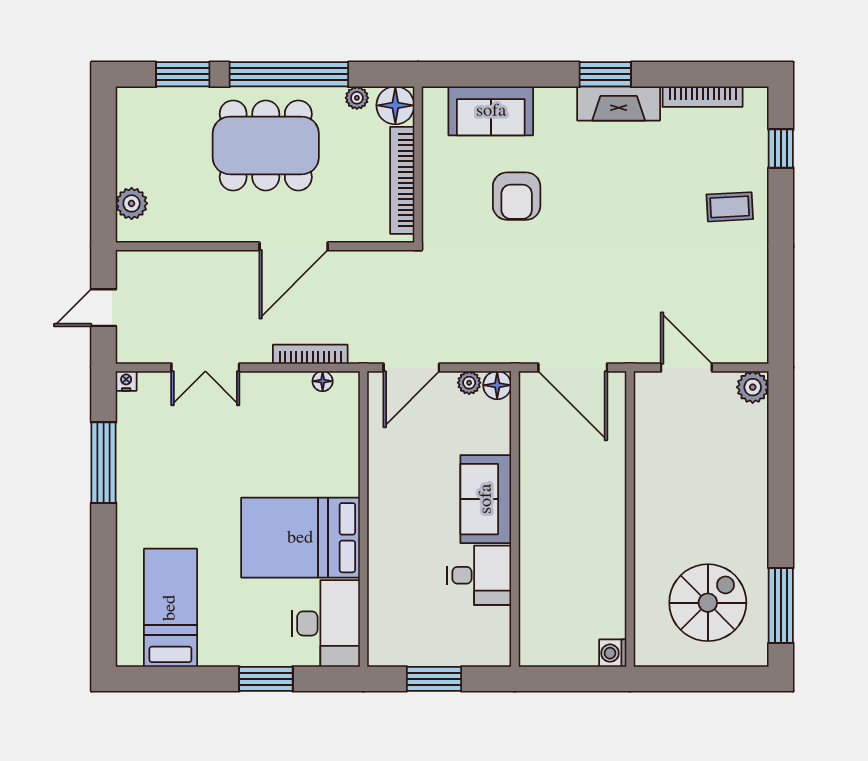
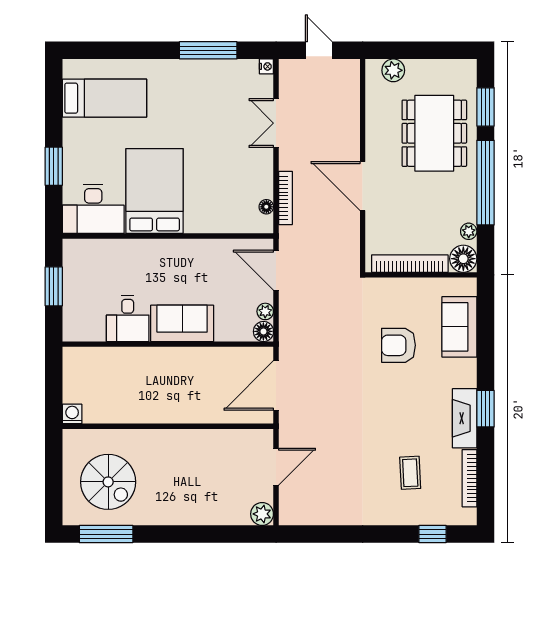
dining table: (266, 145) -> (434, 133), moved
coffee table: (730, 207) -> (410, 473), moved

